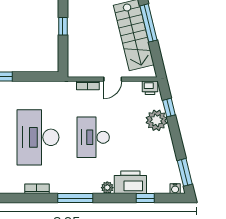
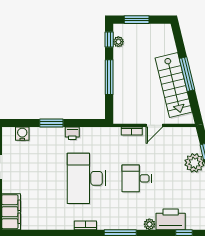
window: (63, 26) -> (109, 77), width x2.17
printer: (150, 88) -> (72, 133), moved
desk: (93, 137) -> (137, 178), width x0.73

